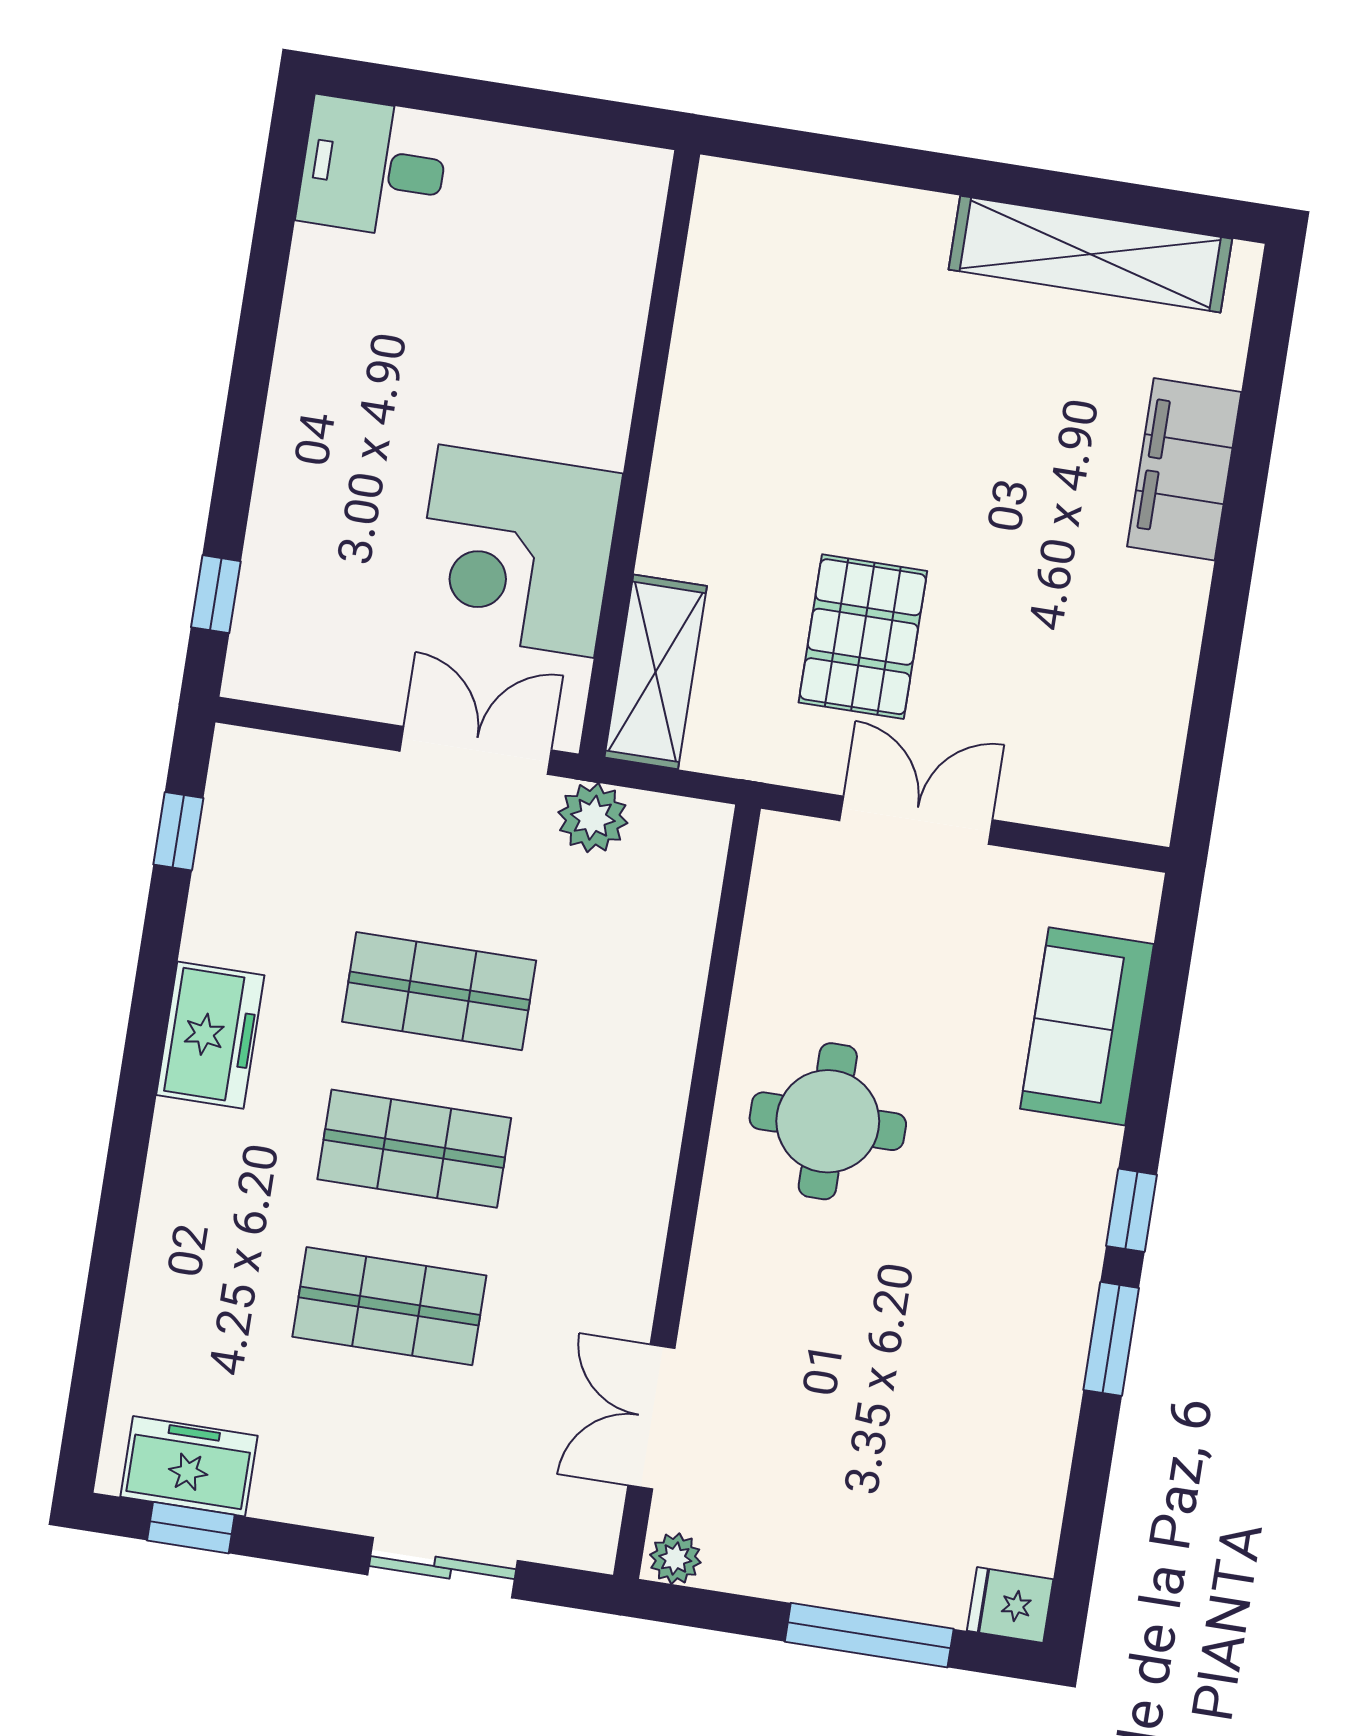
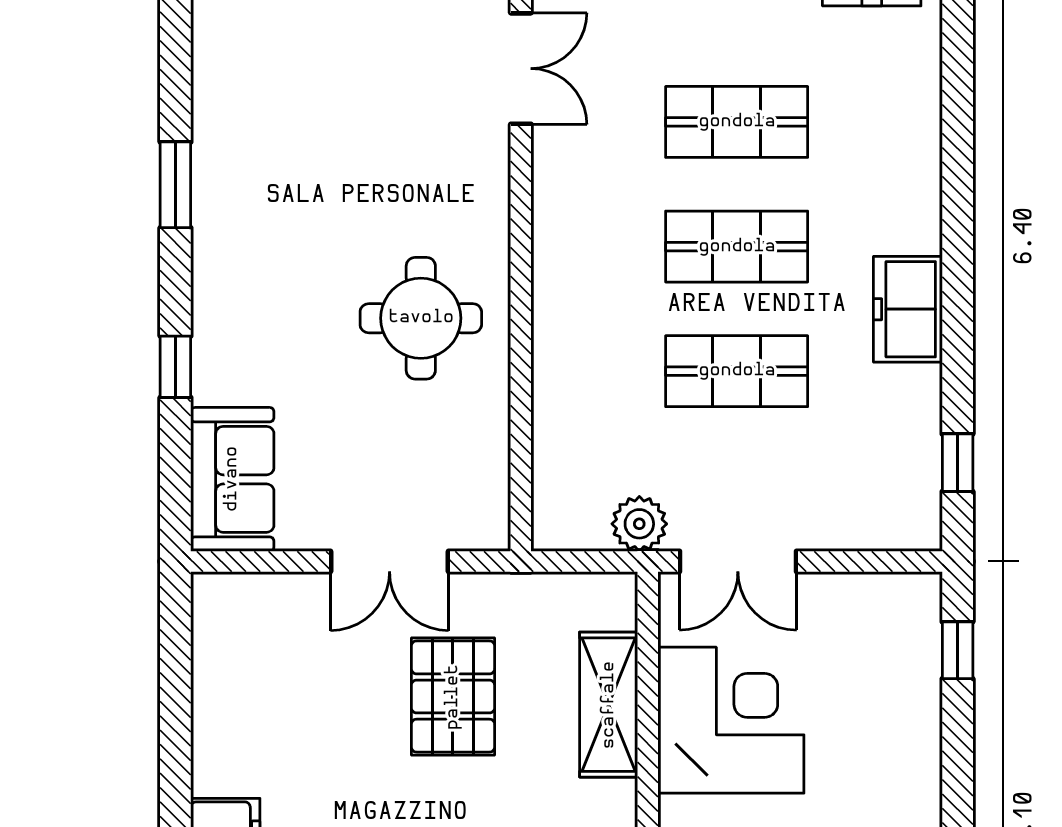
shelving: (656, 672) -> (609, 705), moved
sofa: (1087, 1026) -> (232, 479), moved
window: (1132, 1210) -> (175, 367), moved

